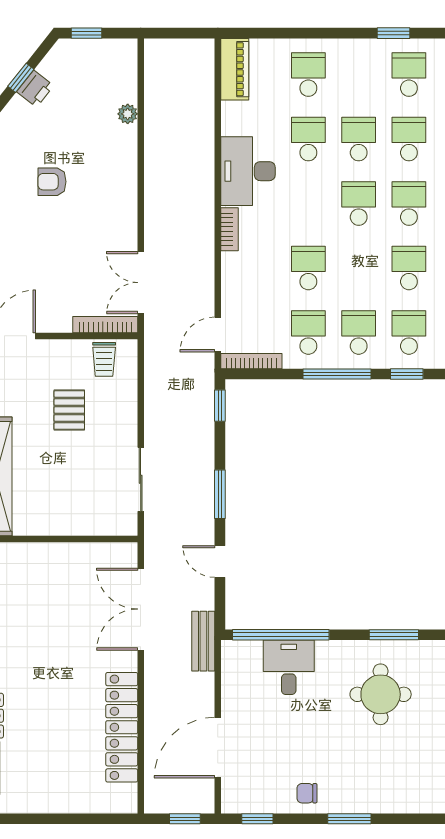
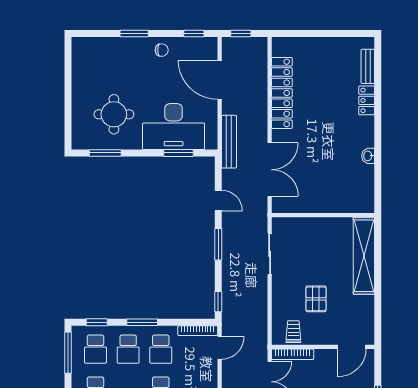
window: (337, 374) -> (142, 322), width x0.69
window: (281, 635) -> (179, 153), width x0.47
bench: (203, 641) -> (229, 142), width x1.36
desk: (289, 667) -> (174, 127), width x1.87, depth x1.30
door: (218, 748) -> (220, 80), swing flipped

